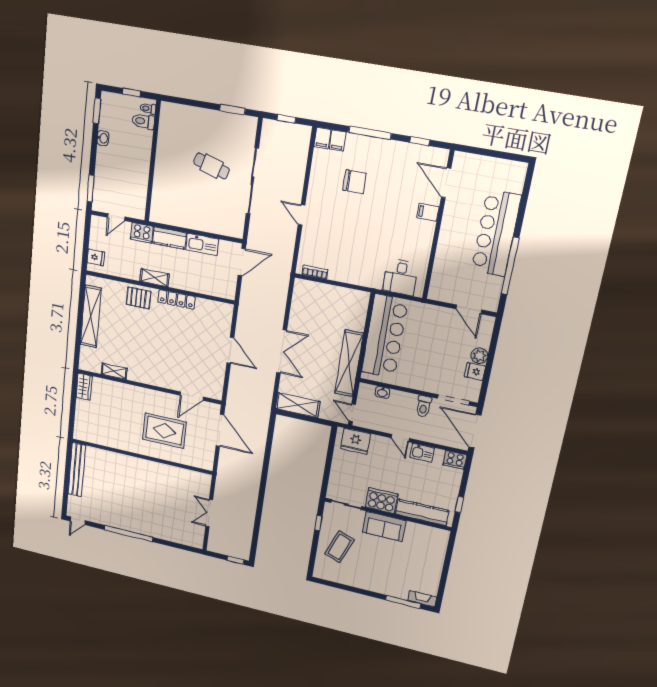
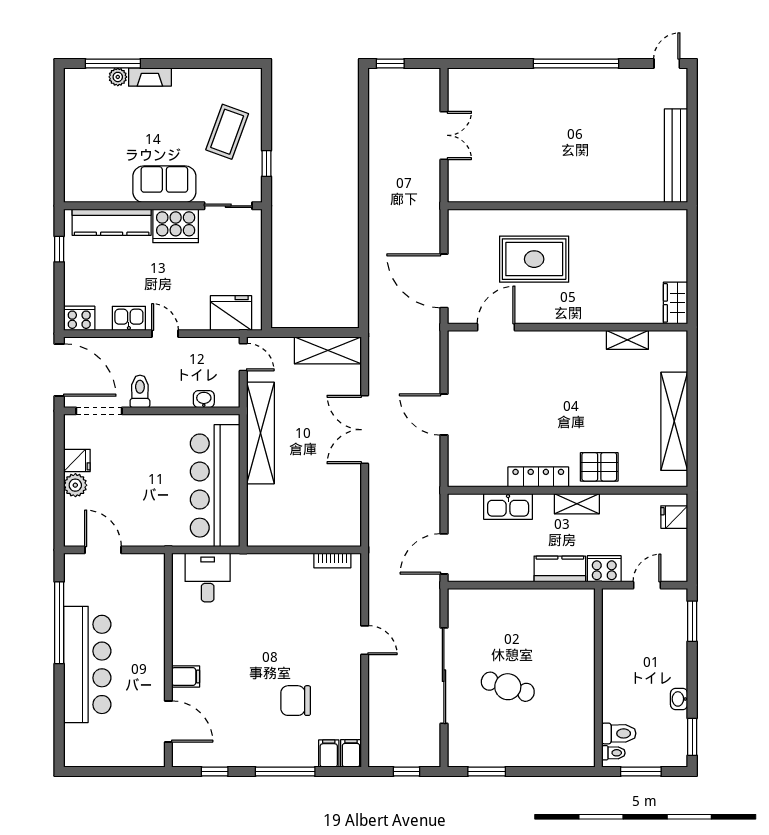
window: (131, 93) -> (641, 771), width x1.50
kitchen sink: (202, 244) -> (508, 506), moved, turned 180
plant: (402, 594) -> (118, 77), added
fireplace: (422, 599) -> (150, 77), moved

